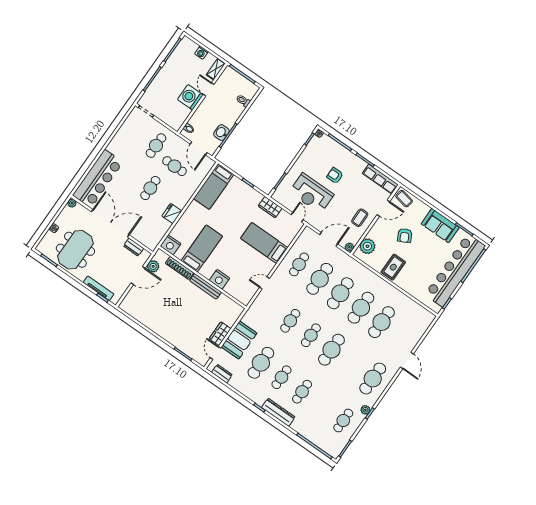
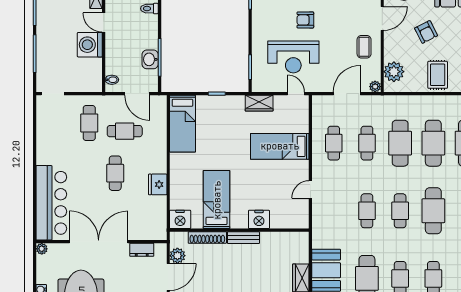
cafe table: (320, 279) -> (367, 143), width x0.73, depth x0.74
bench: (205, 286) -> (243, 238), width x0.73

